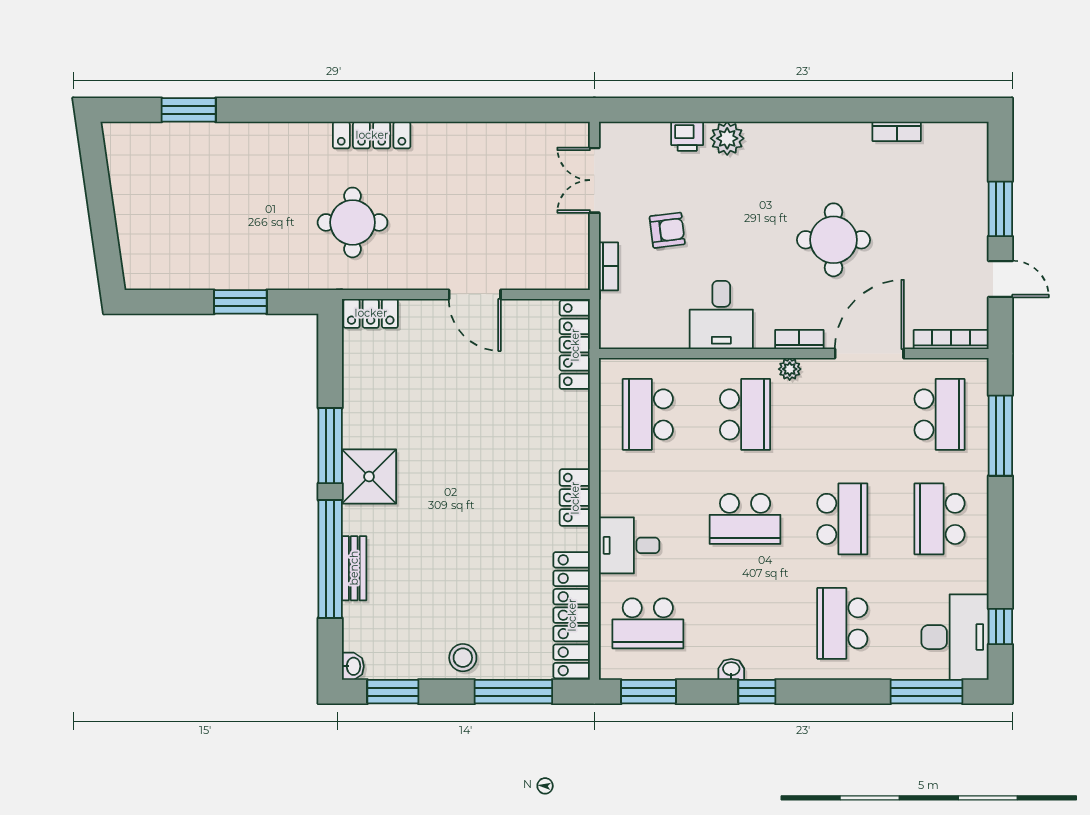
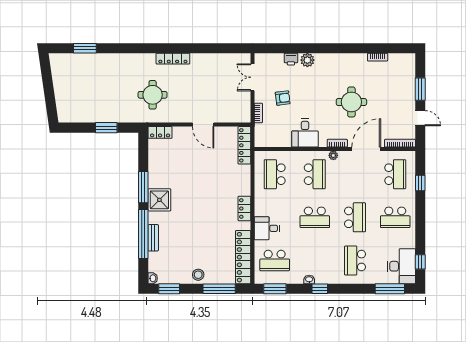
locker: (372, 135) -> (173, 59), moved
window: (1000, 436) -> (420, 183), width x0.46
school desk: (940, 519) -> (395, 217), turned -90

